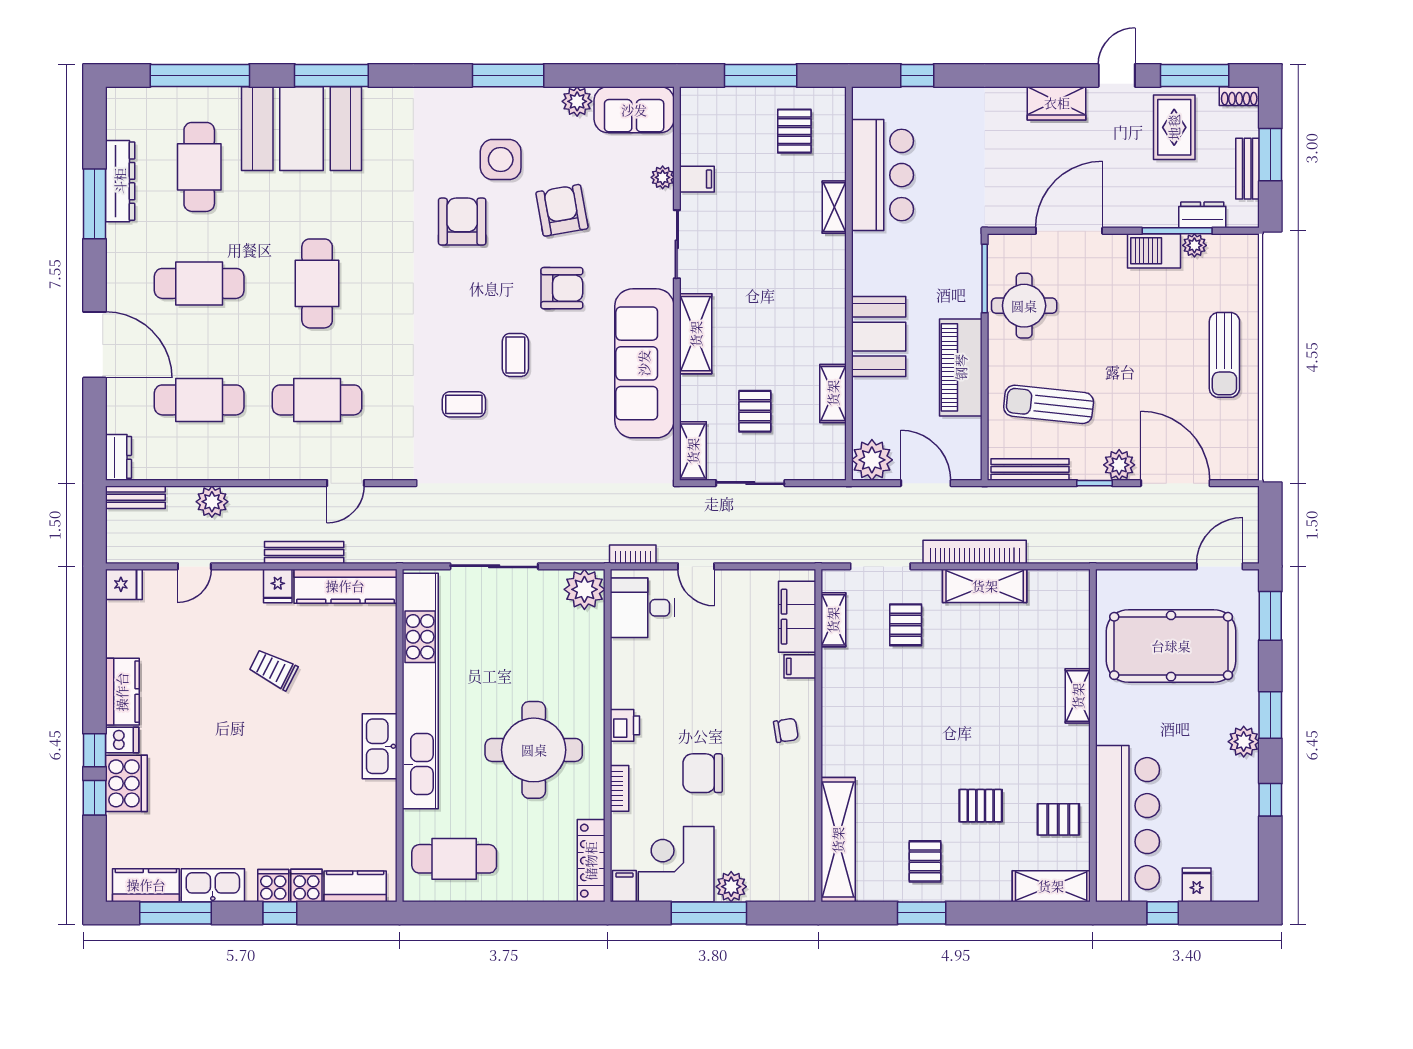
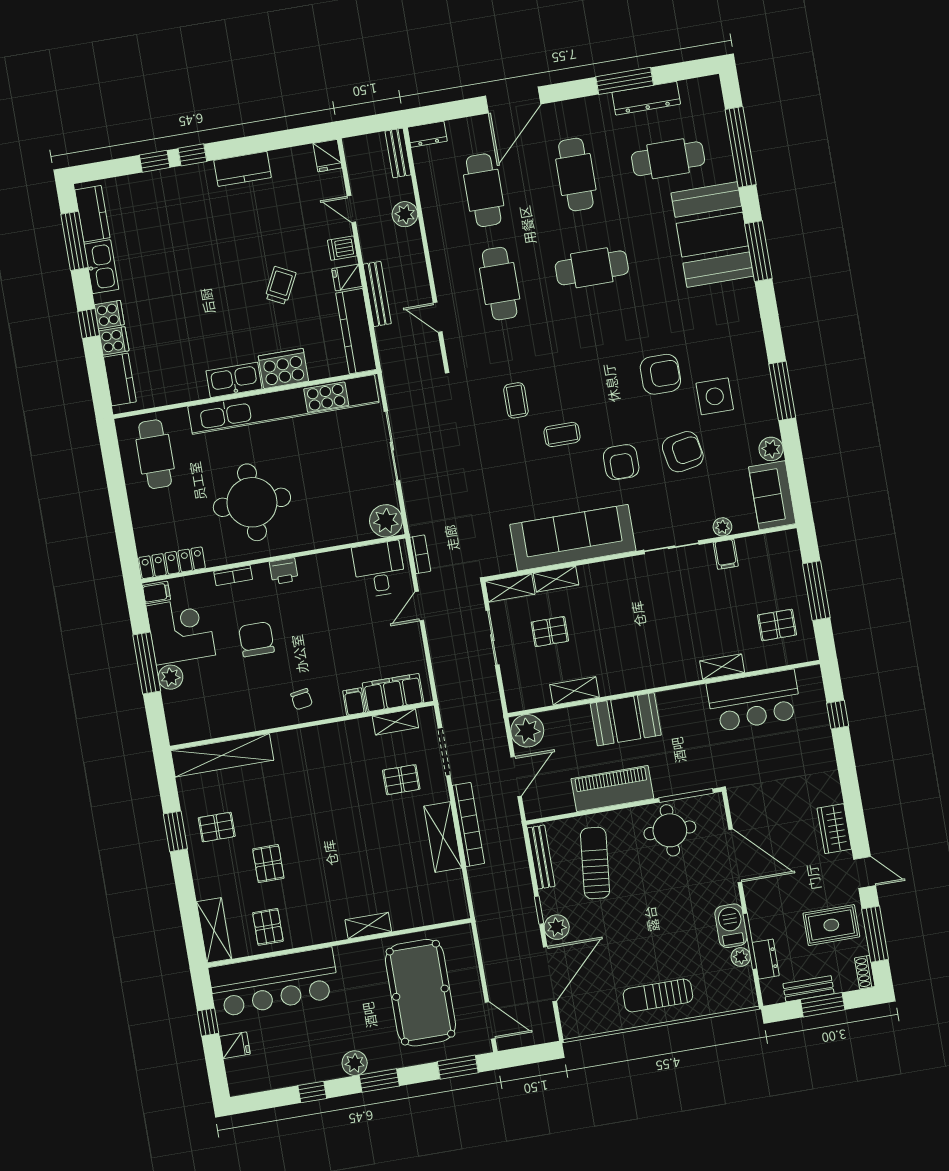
shelving: (696, 334) -> (556, 579), moved, width x0.67, depth x0.75
dishwasher: (122, 740) -> (342, 248), moved, turned 90
cooker: (126, 783) -> (283, 368), moved, turned 180

